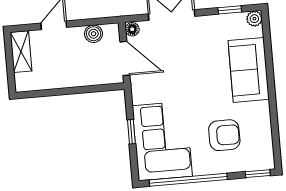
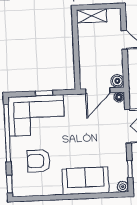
boiler: (93, 34) -> (117, 81), moved
shelving: (21, 52) -> (92, 16), moved
armchair: (224, 135) -> (39, 161), turned 90

